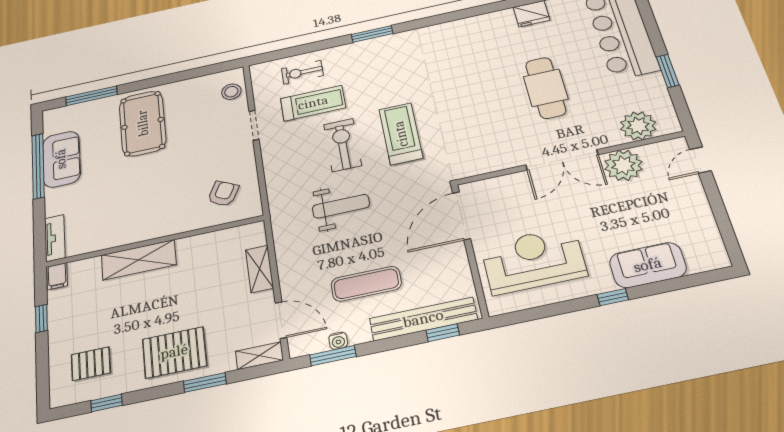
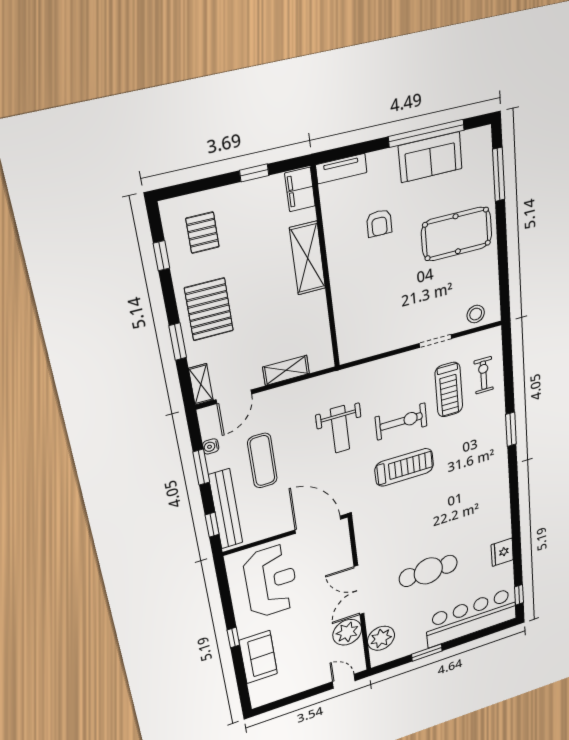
armchair: (223, 194) -> (379, 223), moved, turned 63
filing cabinet: (57, 276) -> (300, 189), width x2.00
window: (333, 356) -> (201, 467), moved

